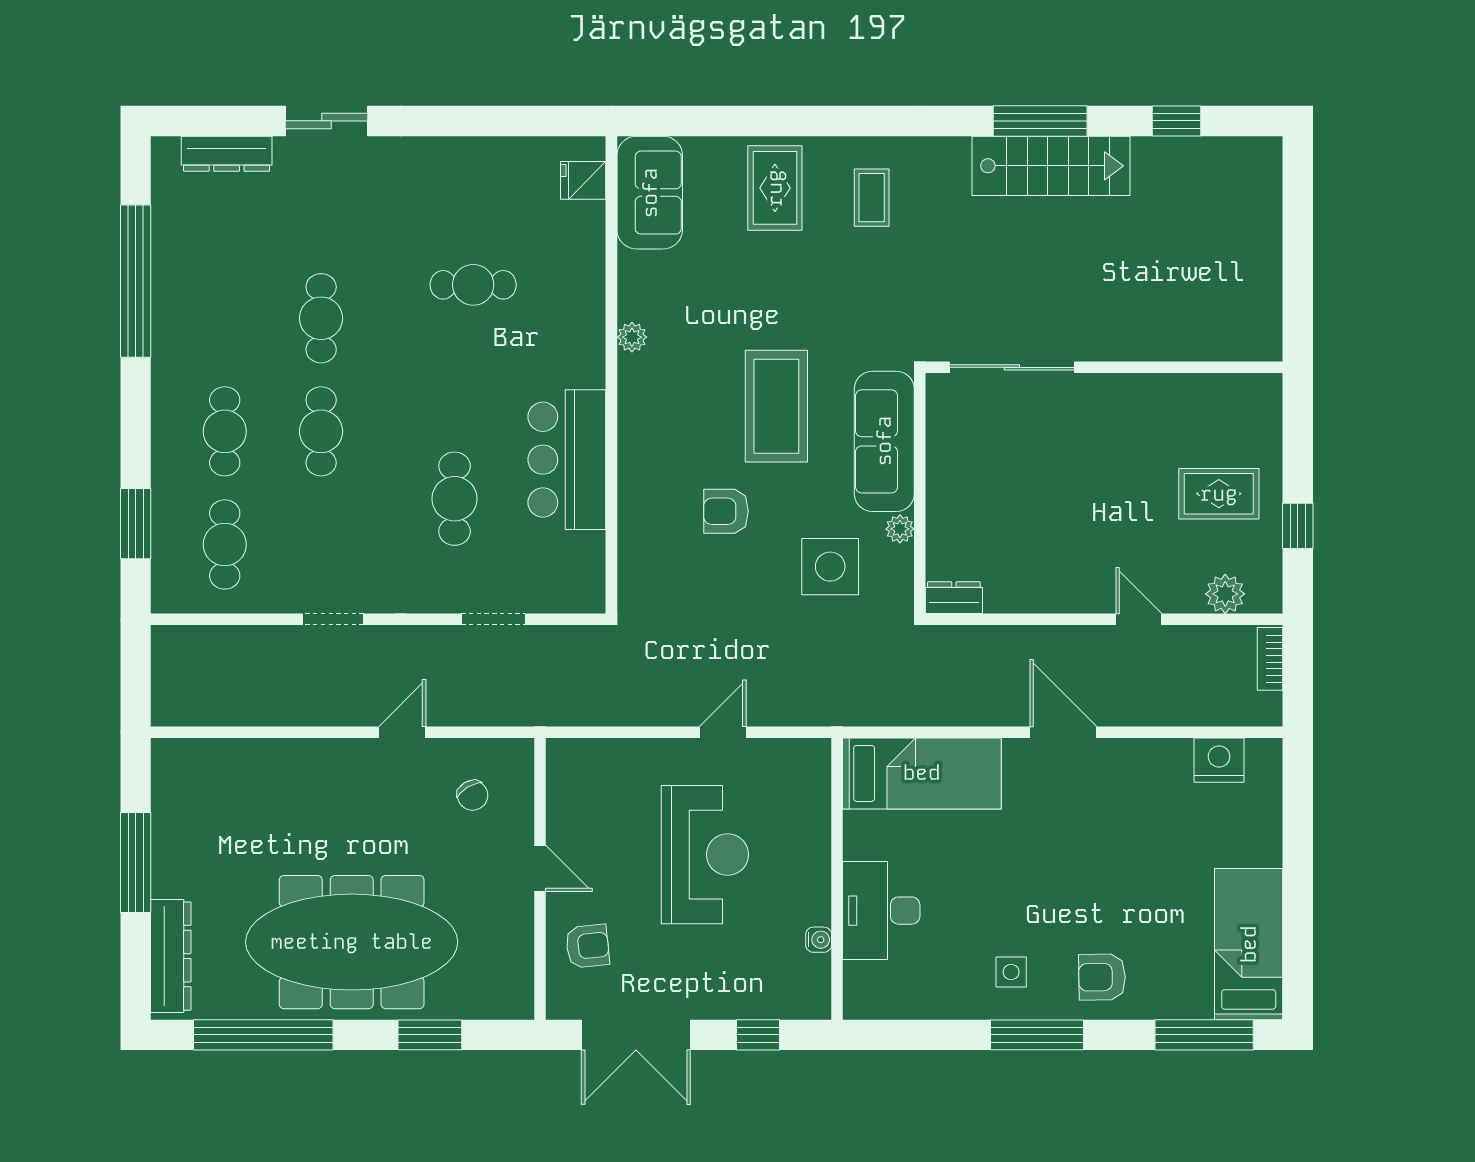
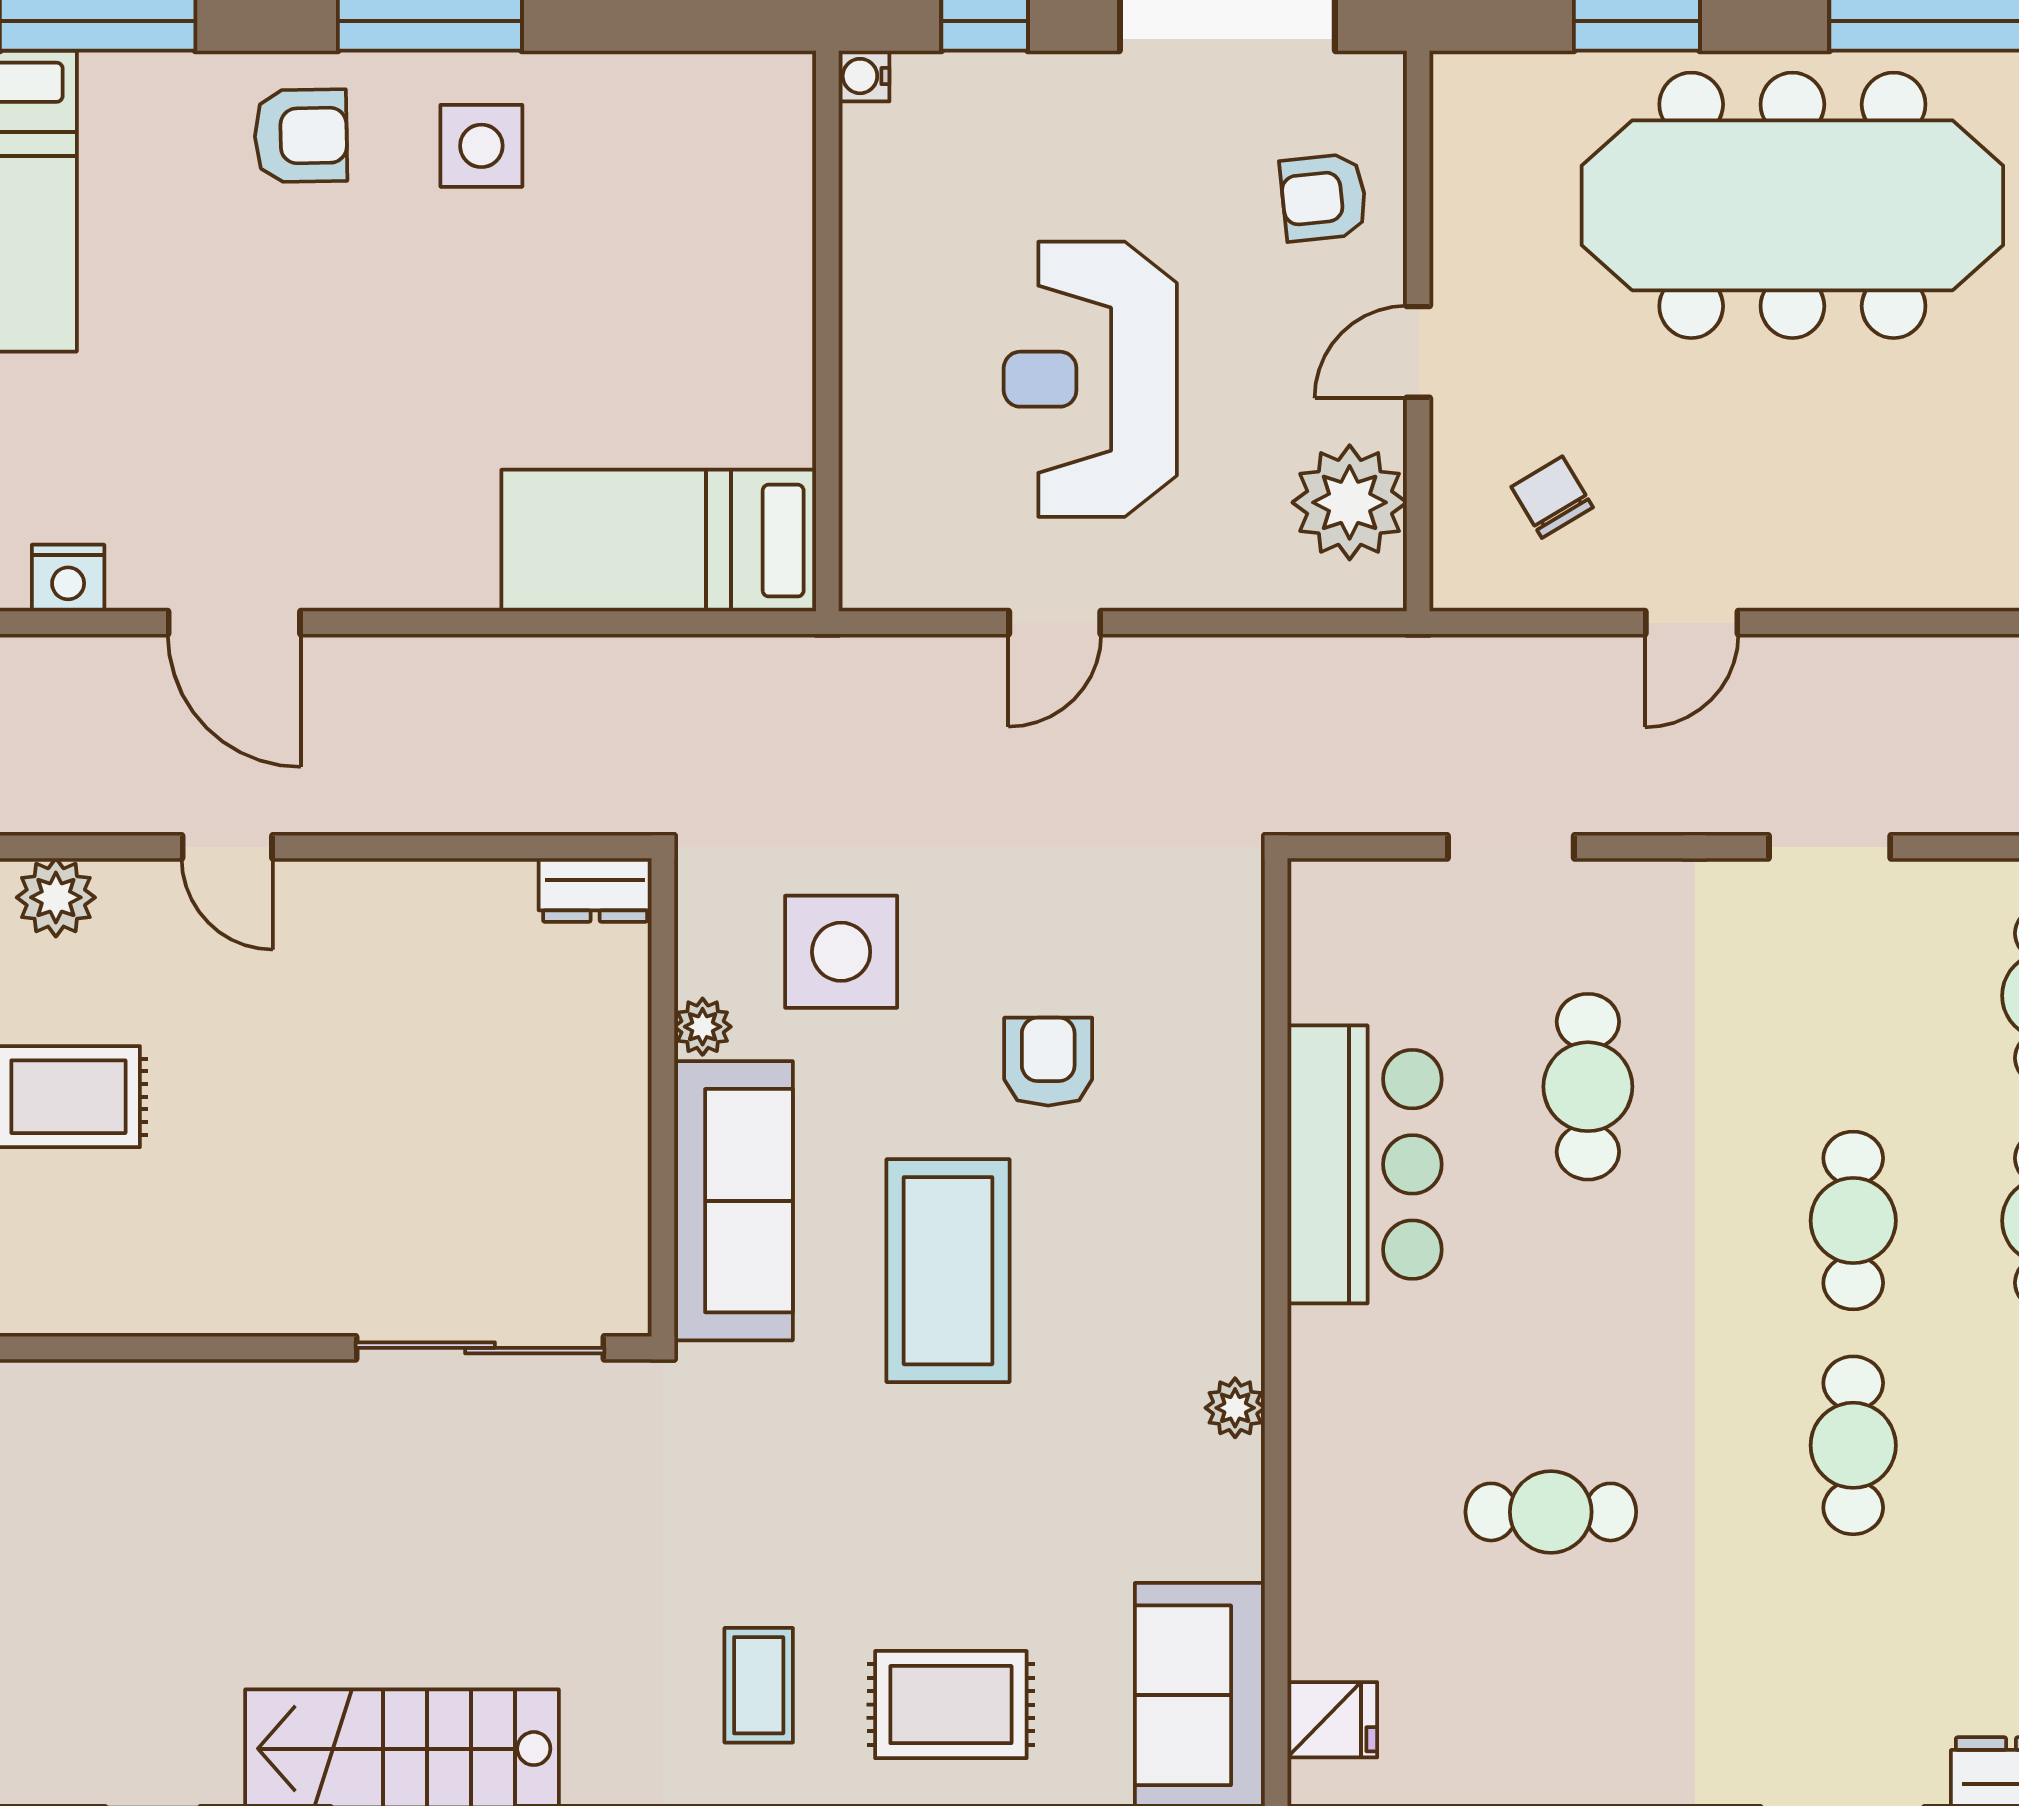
rug: (775, 188) -> (951, 1705), turned 90
armchair: (726, 511) -> (1048, 1062), turned -90
door: (1063, 732) -> (234, 623), moved
nightstand: (1219, 760) -> (68, 578), width x0.74, depth x0.75
plant: (574, 793) -> (1350, 502), added
door: (540, 868) -> (1418, 352), hinge flipped
desk: (881, 911) -> (740, 268), removed
water cooler: (819, 940) -> (864, 76), moved
side table: (1011, 972) -> (481, 146), width x1.37, depth x1.37

